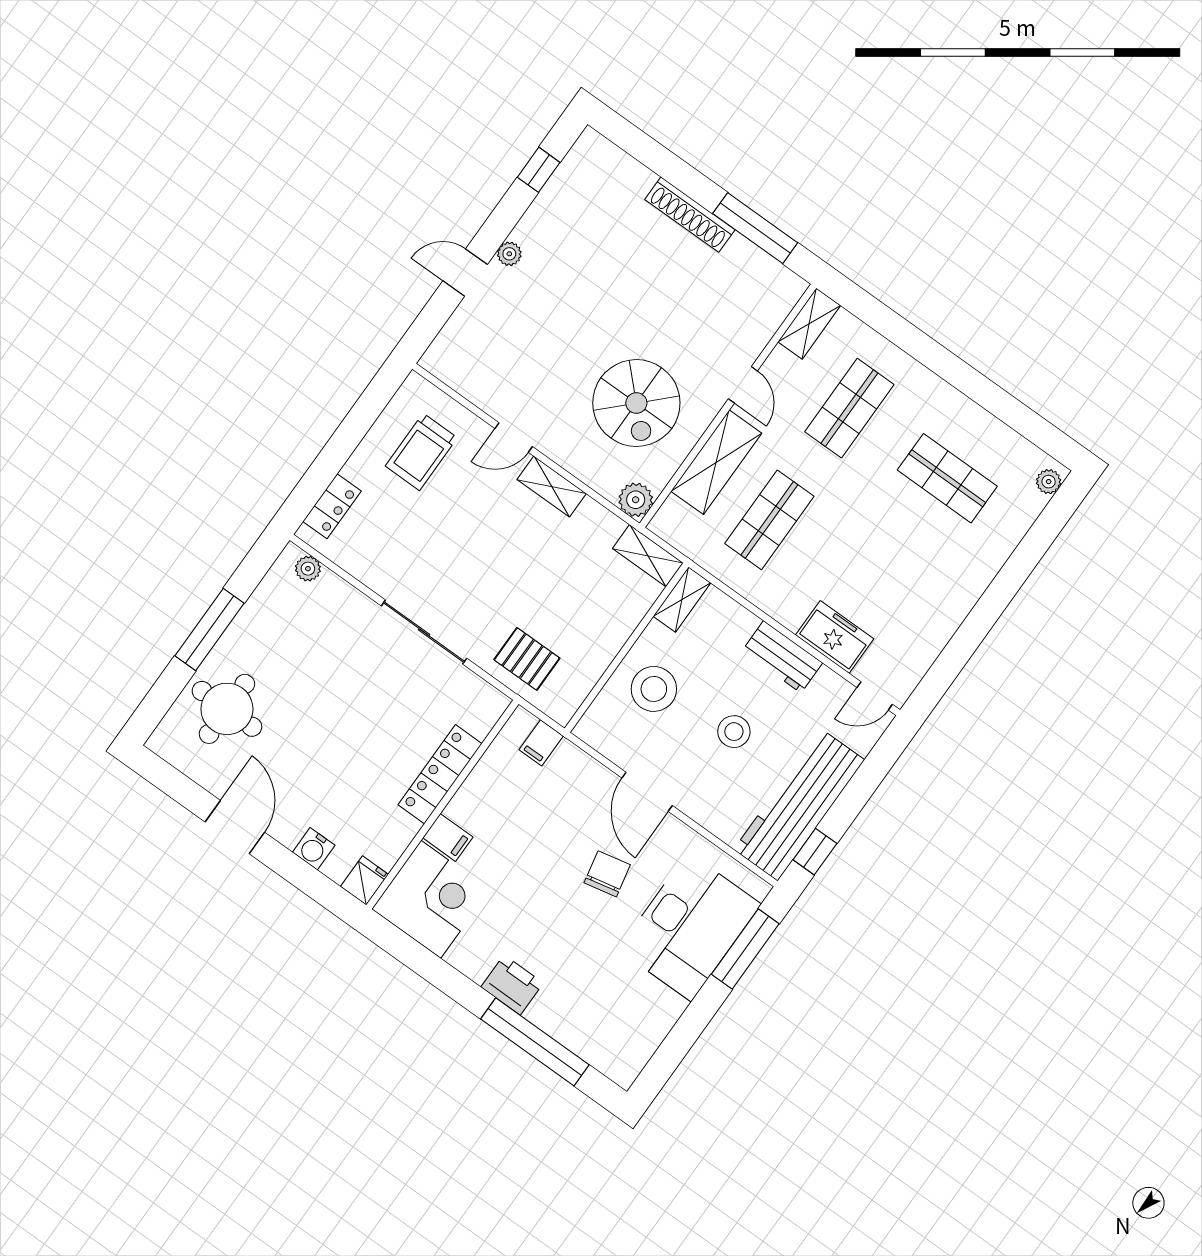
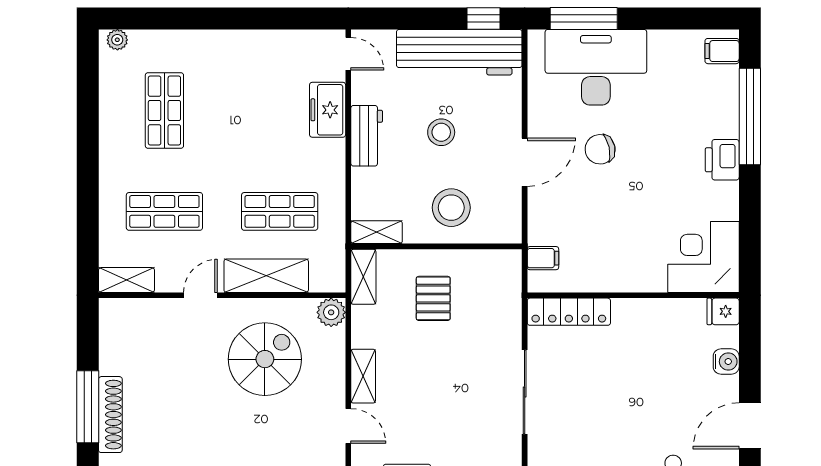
window: (755, 228) -> (88, 407), moved
pallet: (527, 659) -> (433, 298), moved
locker: (440, 774) -> (569, 312), moved
filing cabinet: (448, 837) -> (722, 51), moved, turned -90

